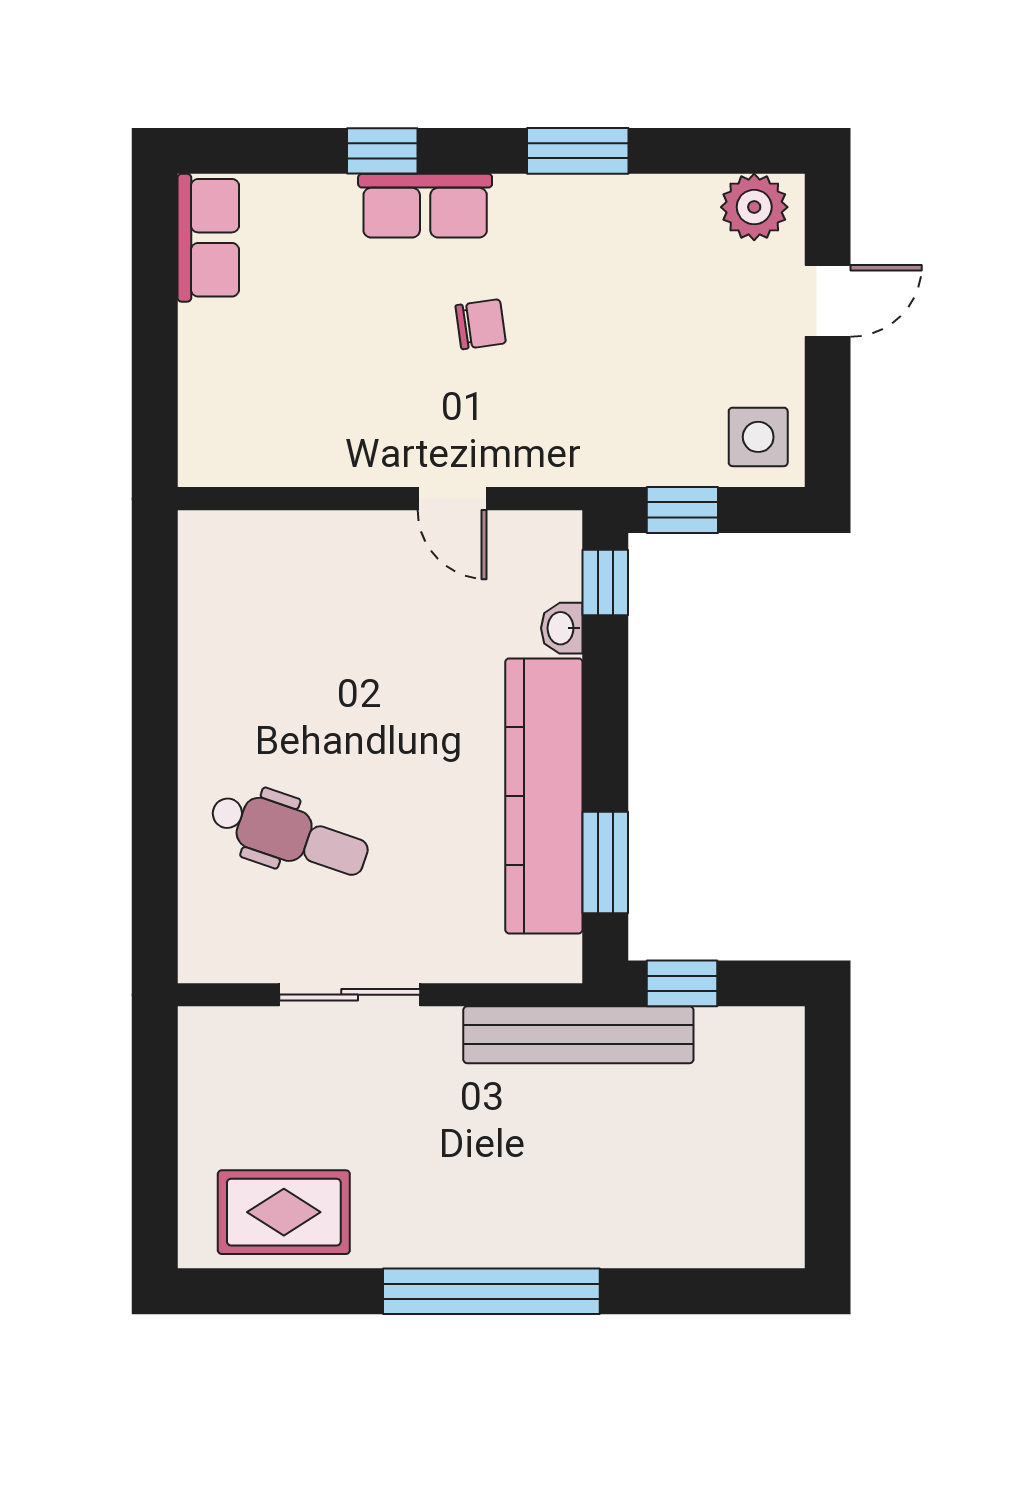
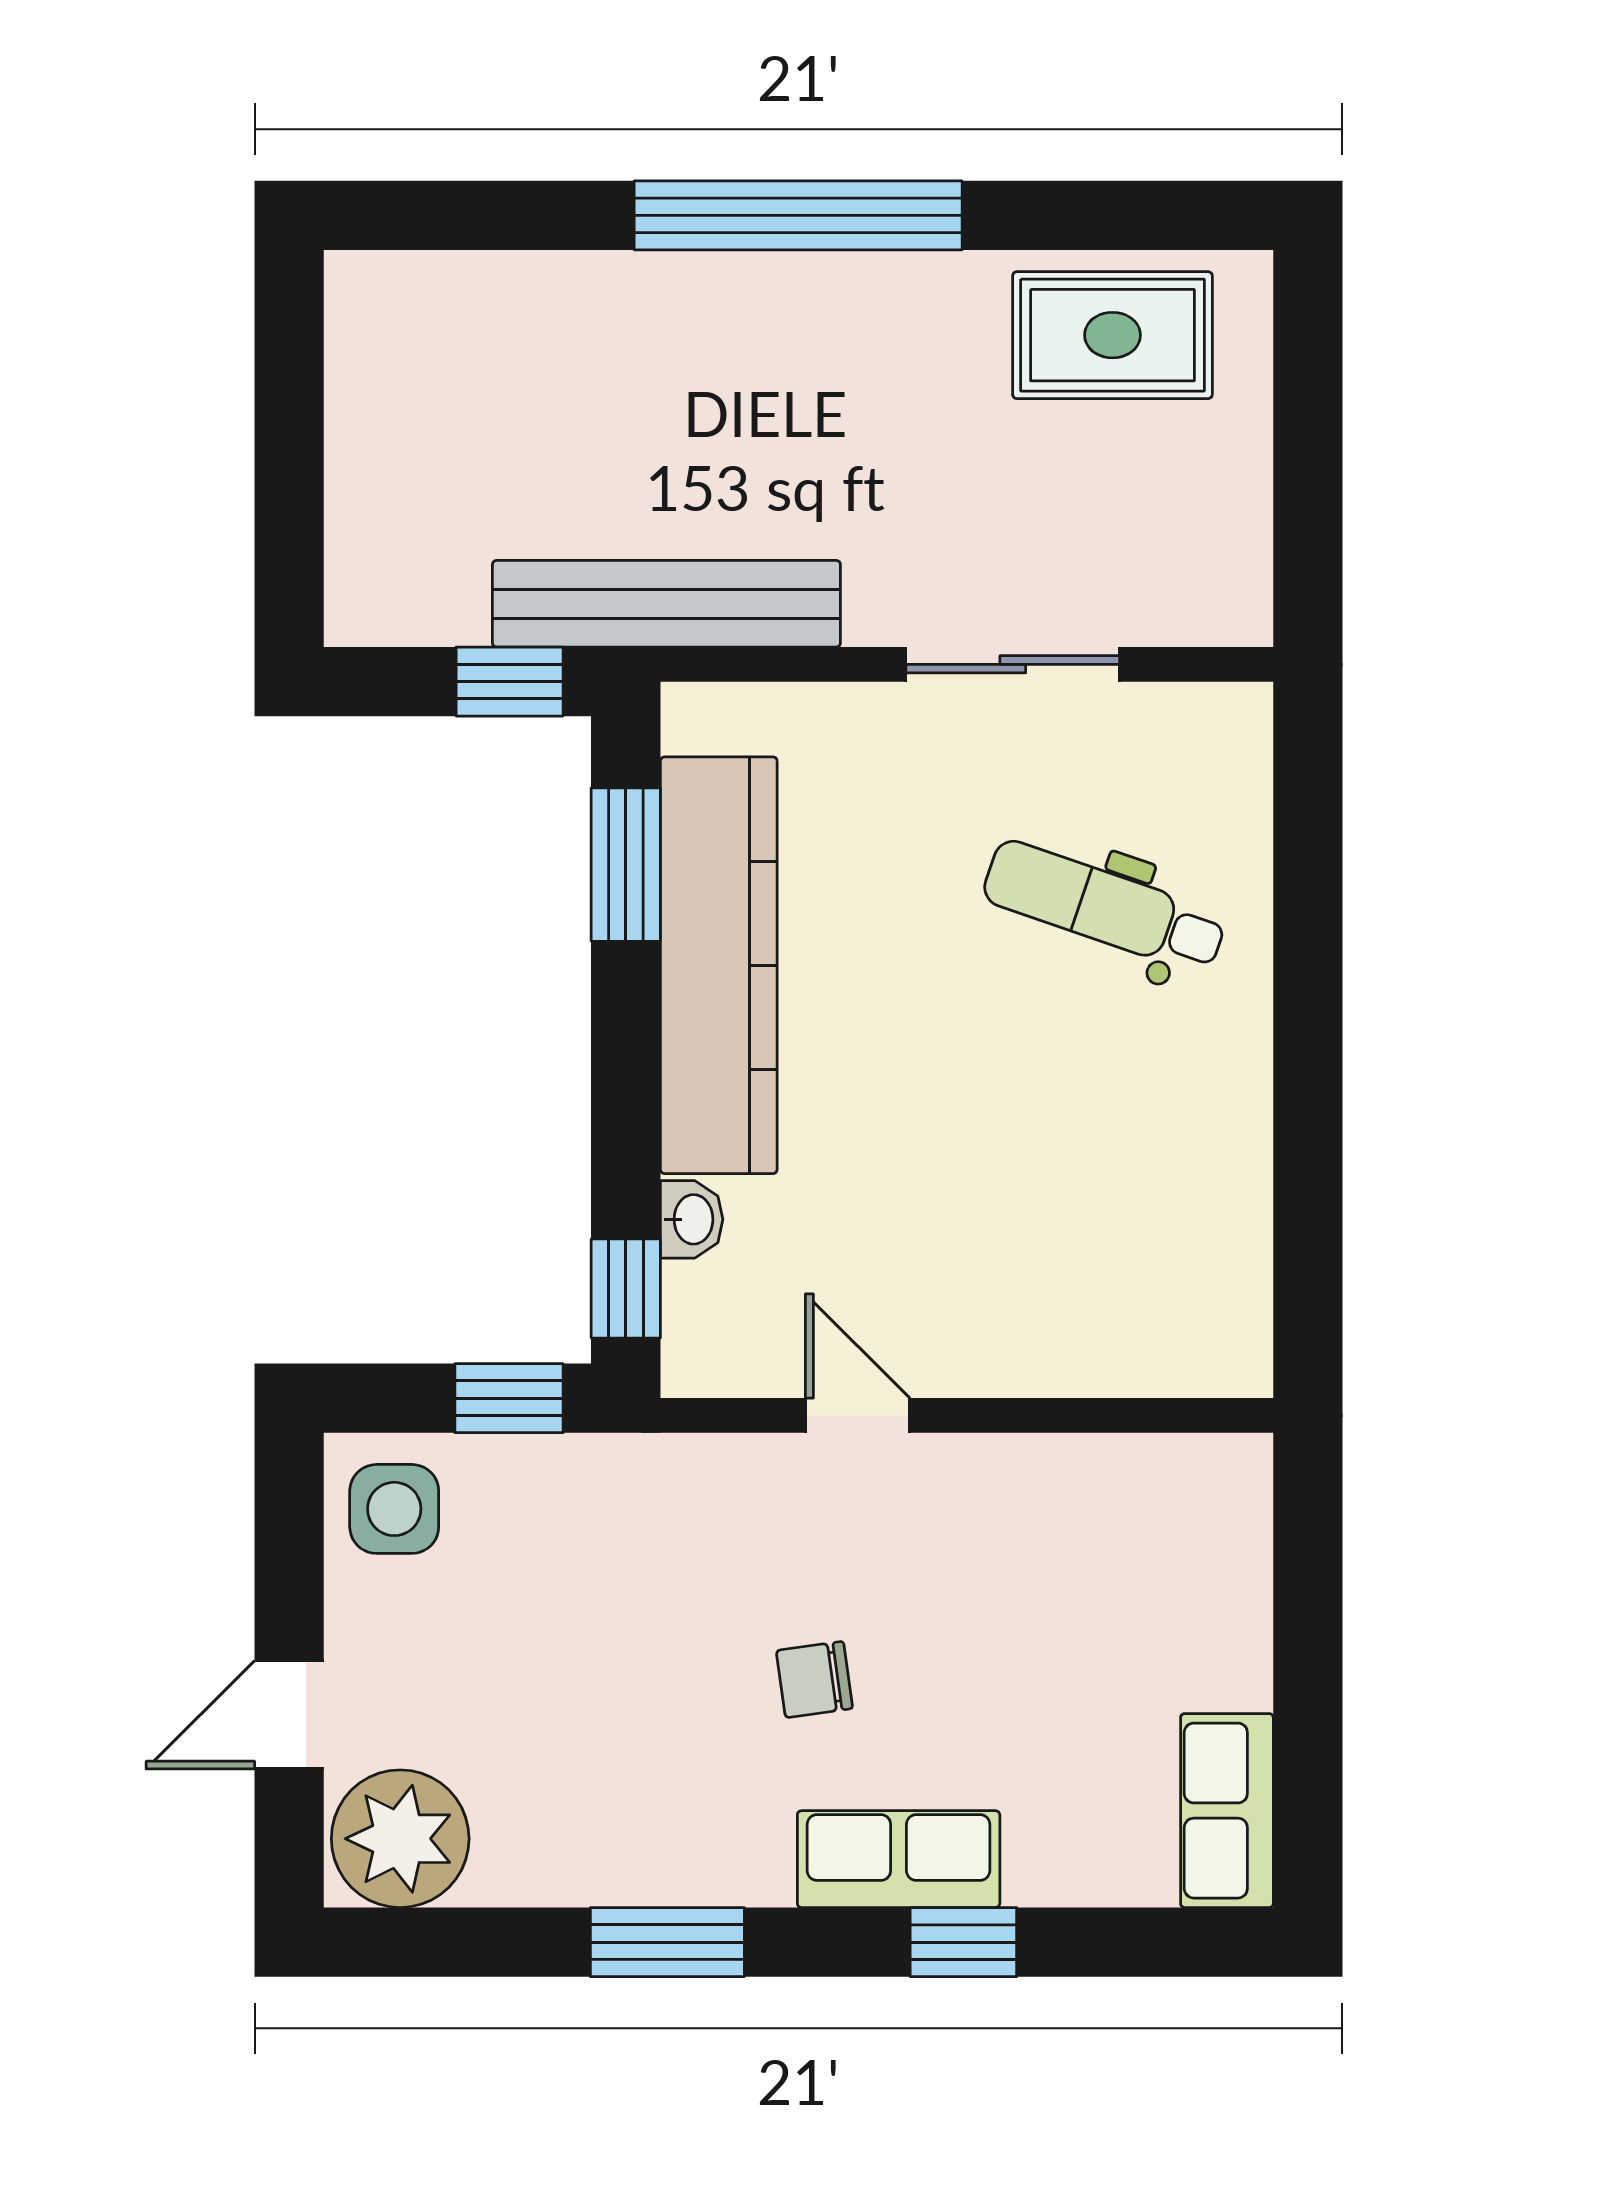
plant: (754, 207) -> (400, 1839), width x1.36, depth x1.36

